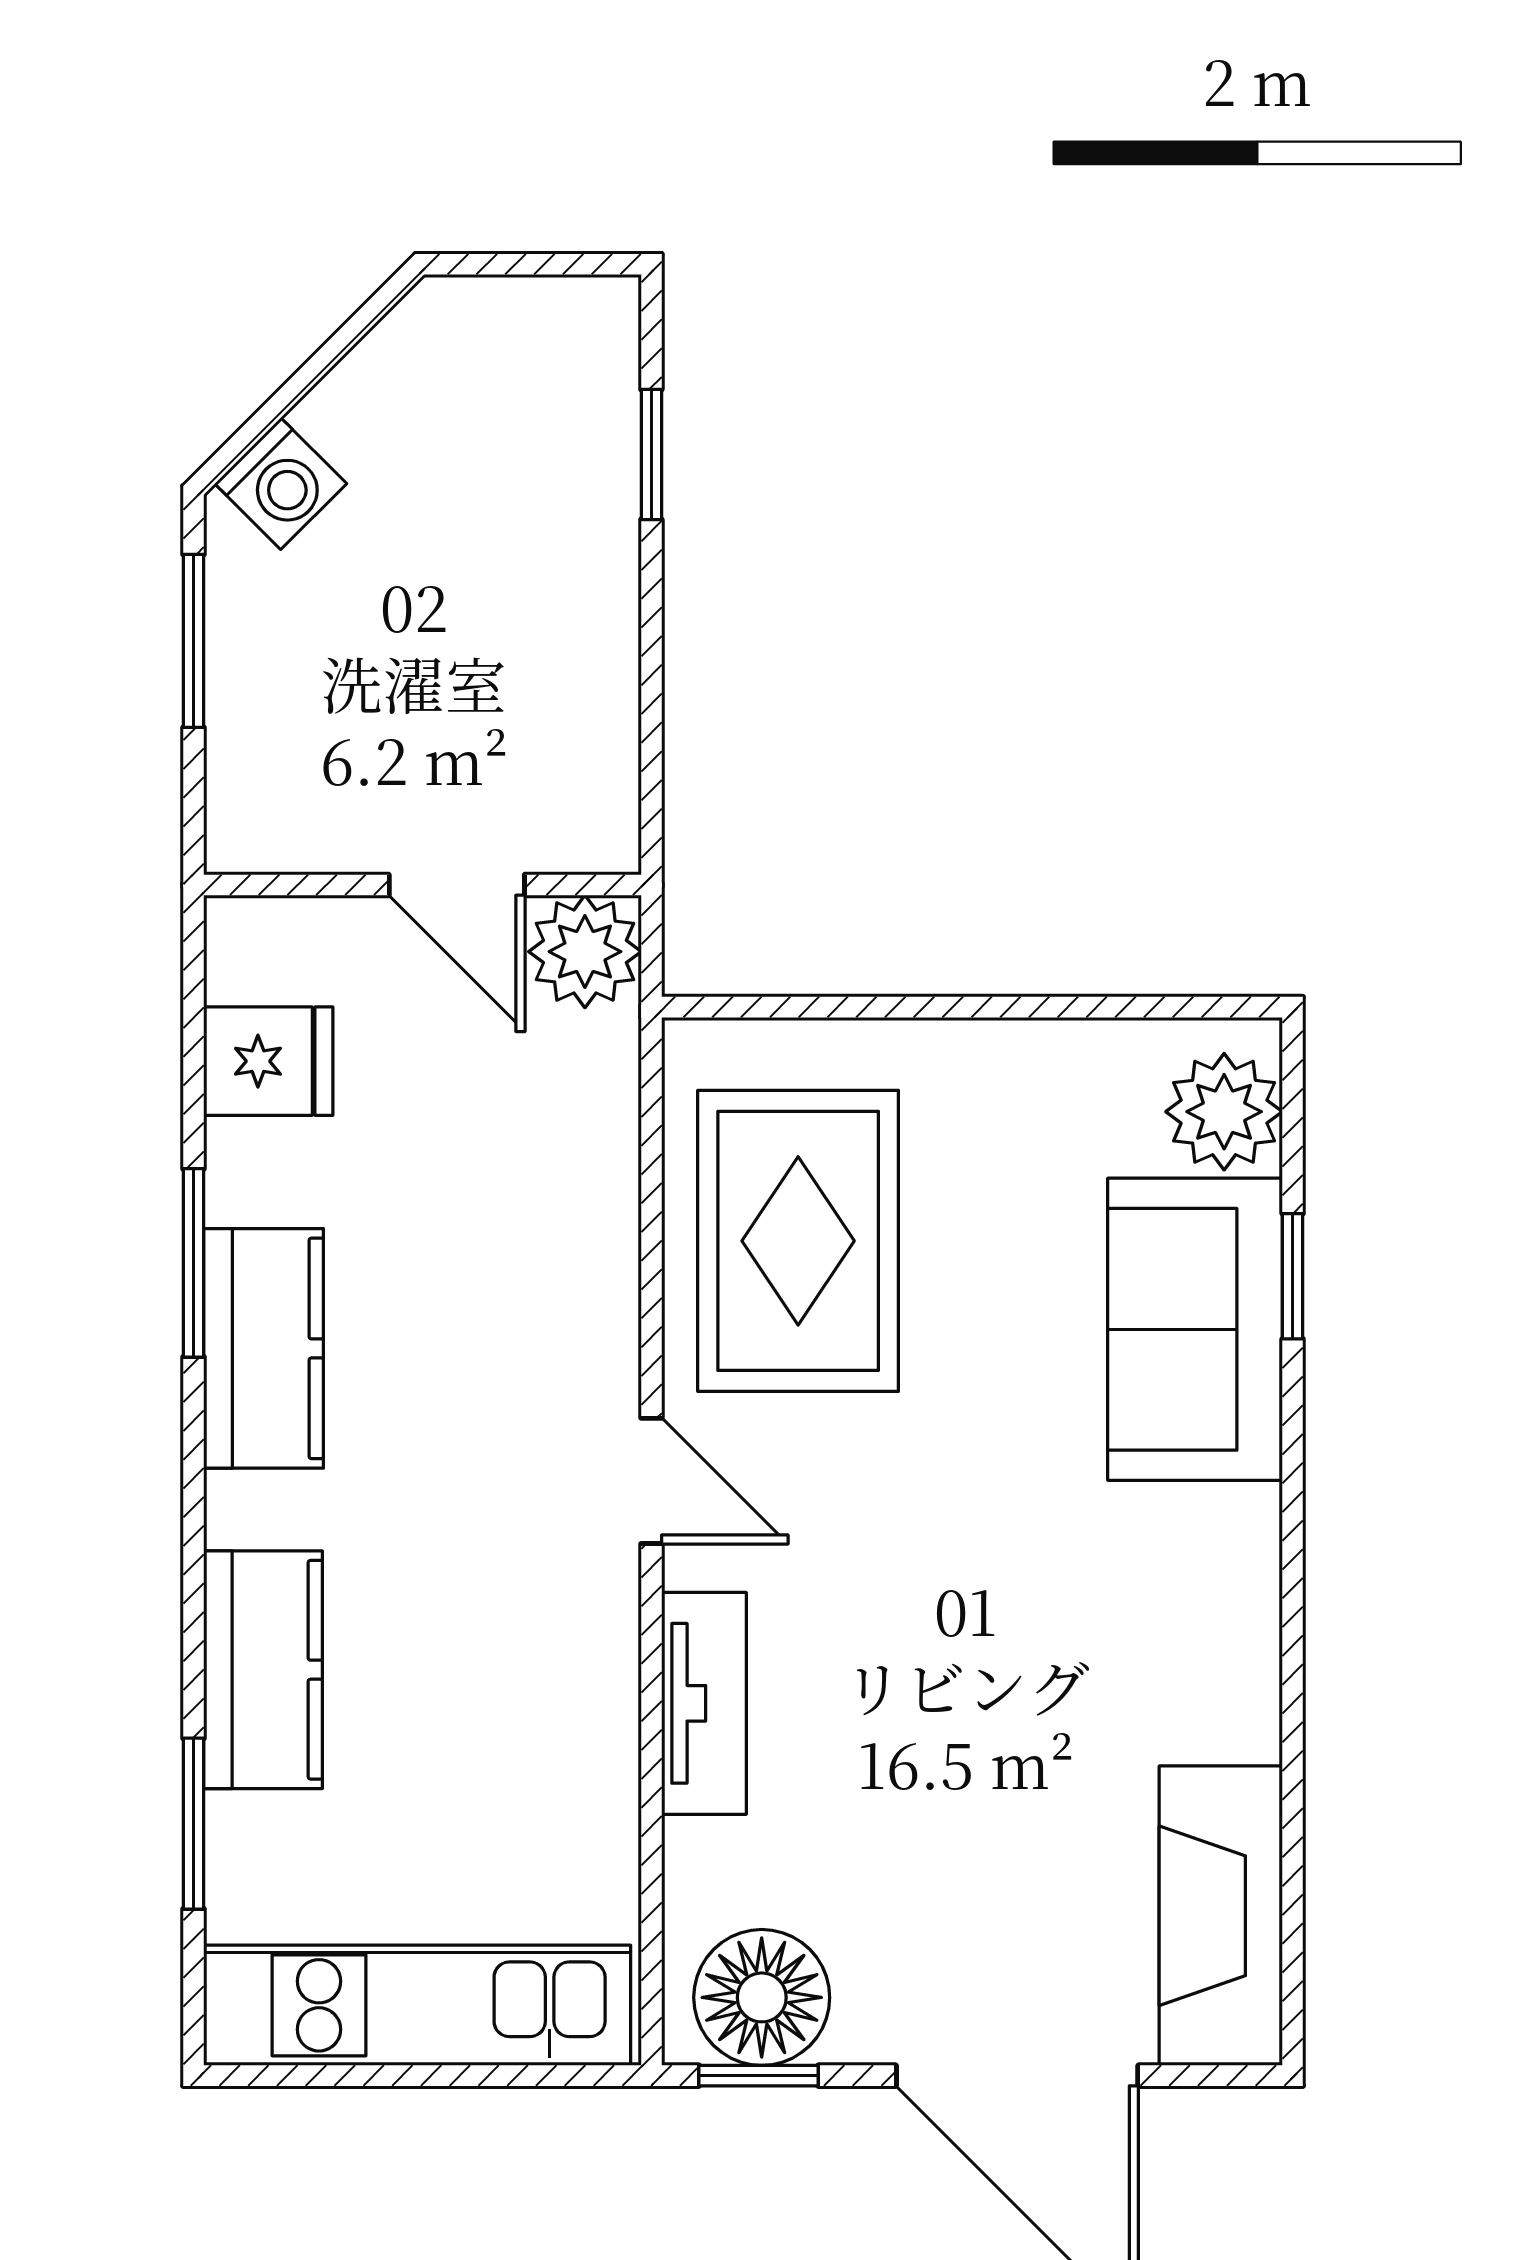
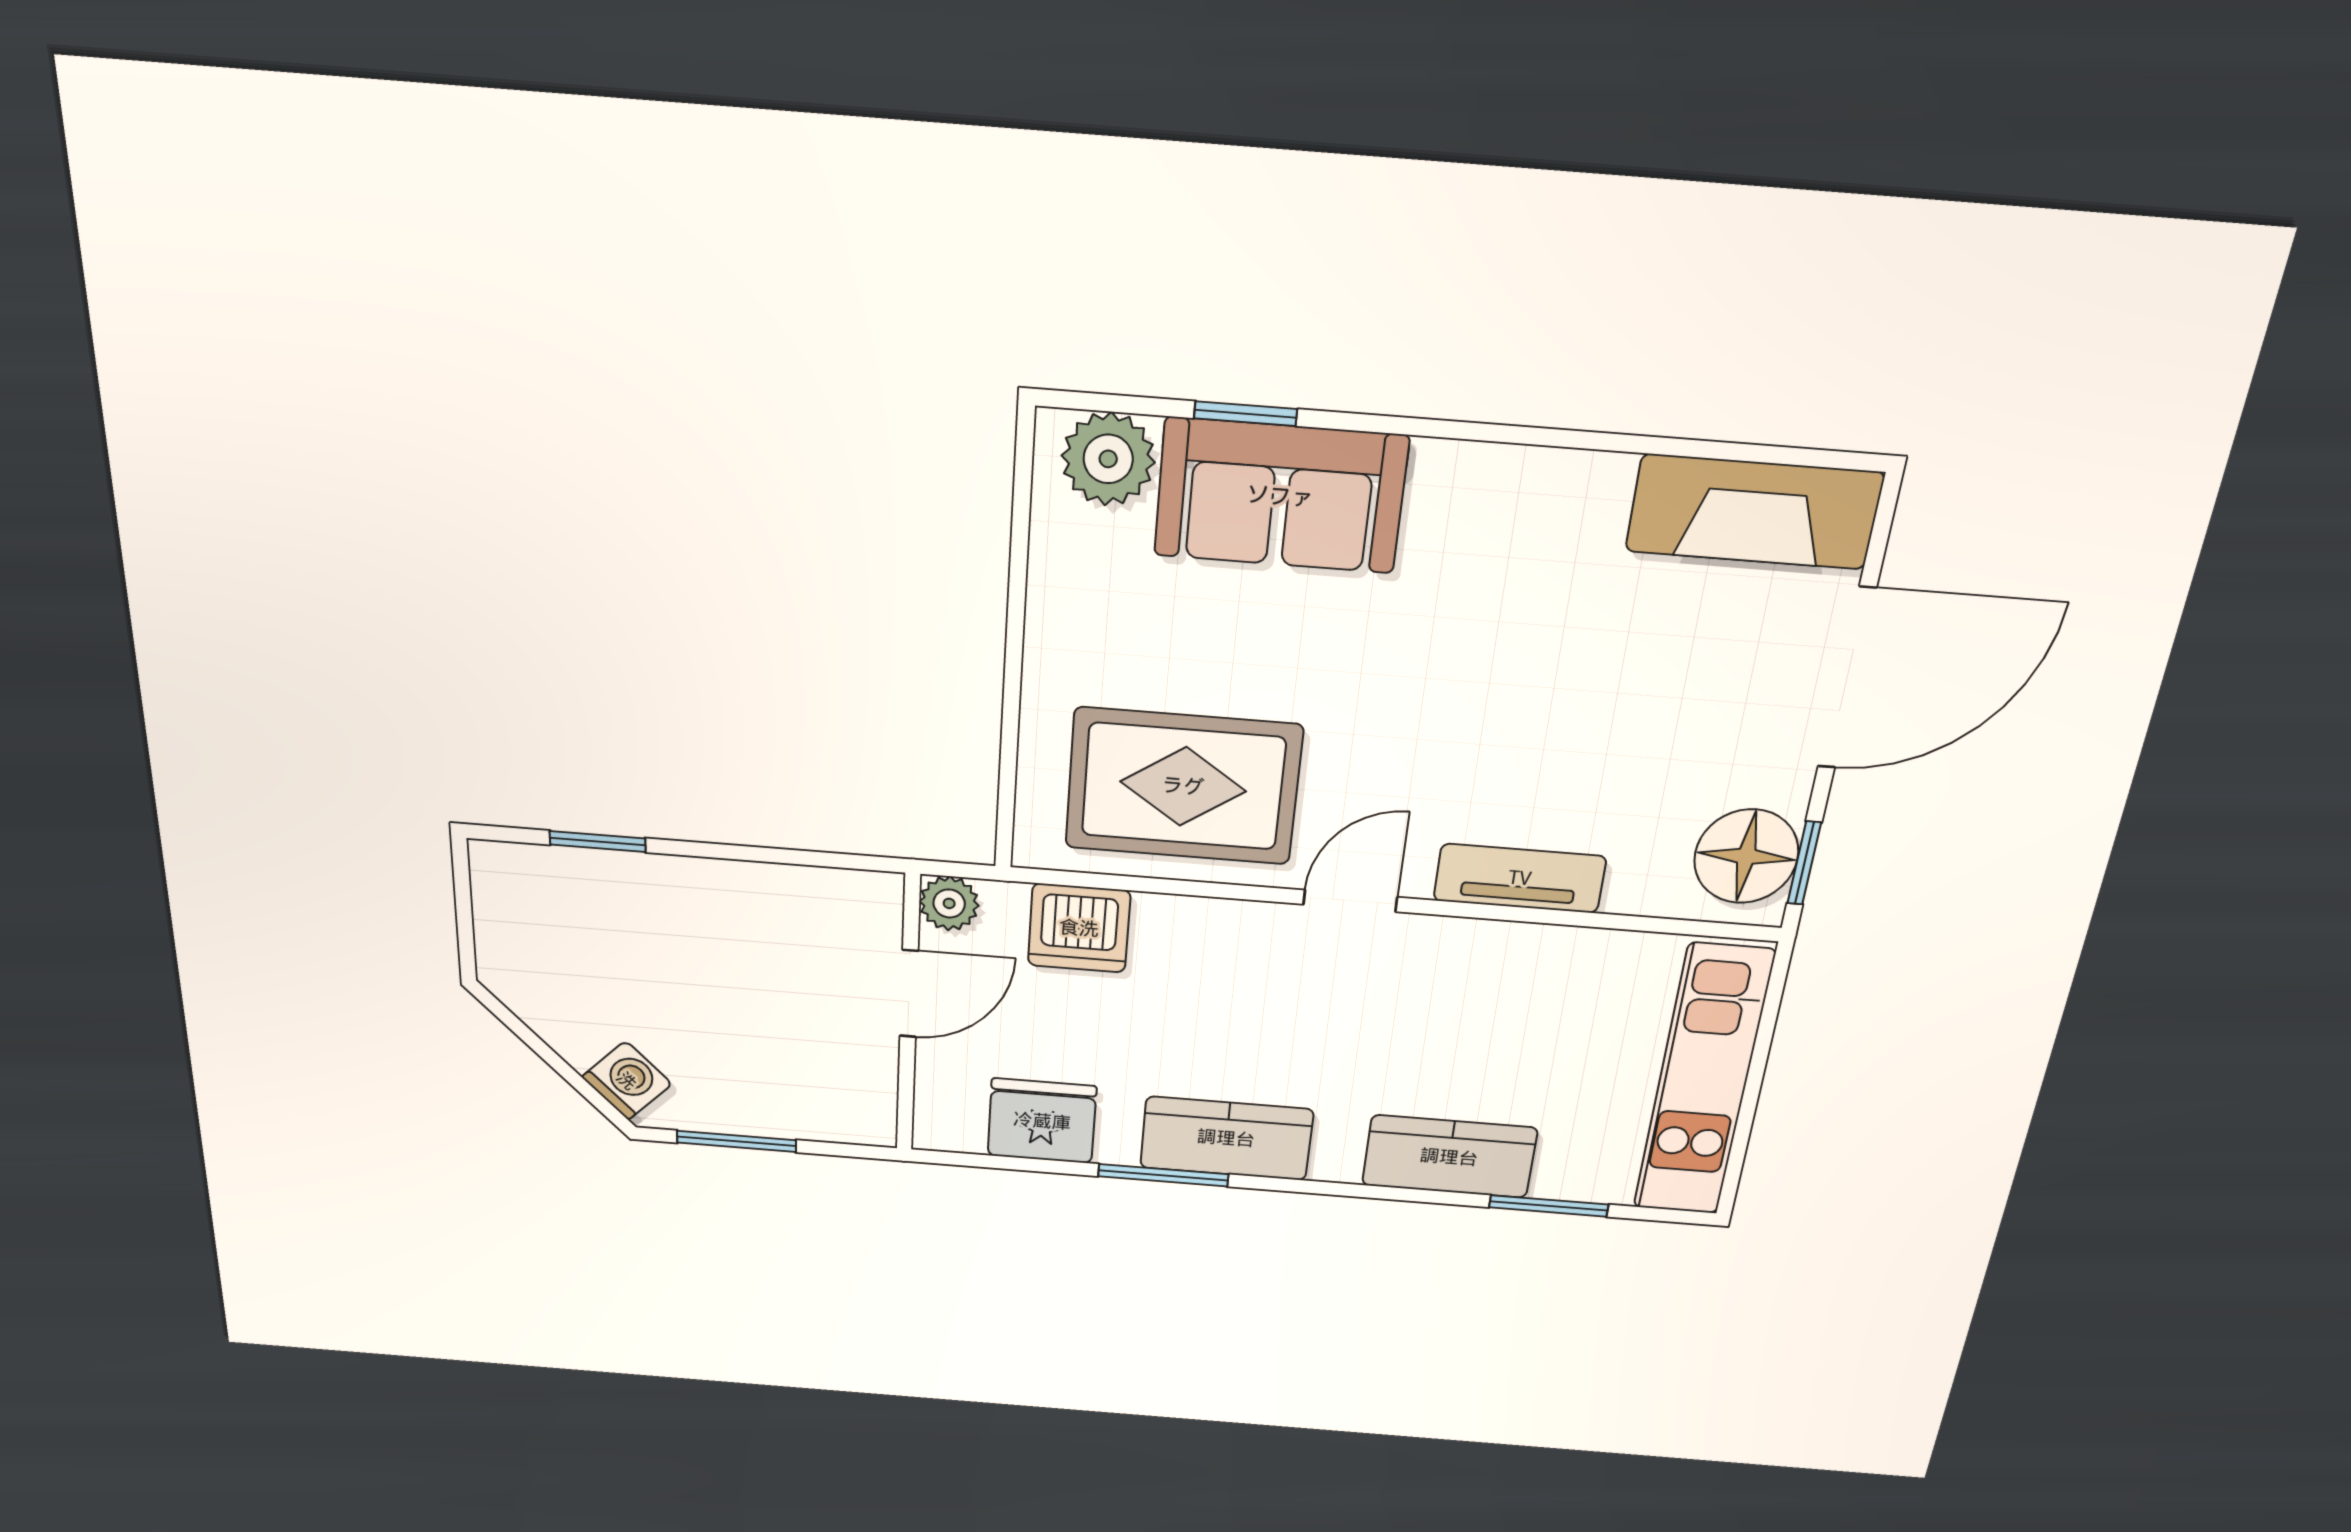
plant: (585, 952) -> (949, 903), width x0.73, depth x0.73
fridge: (268, 1061) -> (1042, 1121), width x1.38
dishwasher: (579, 1116) -> (1079, 928), added

